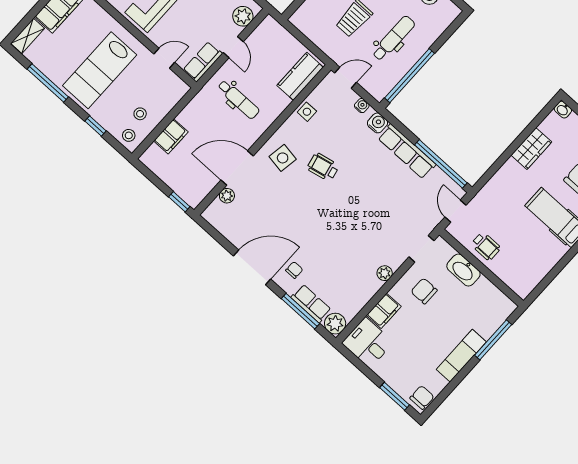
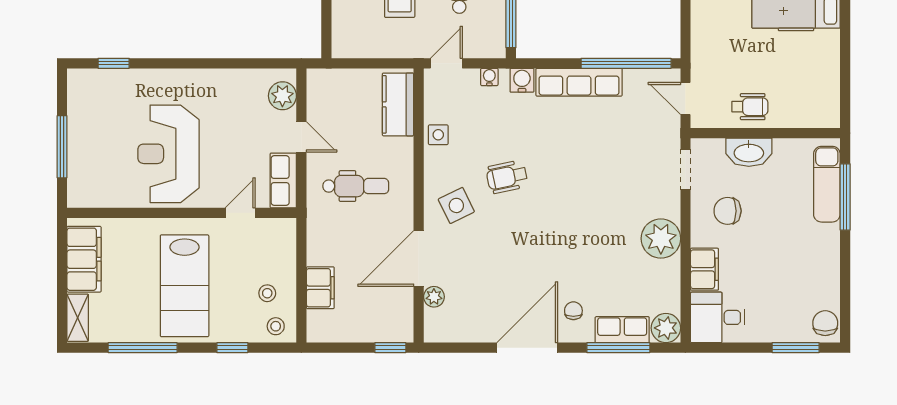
side table: (283, 158) -> (456, 205), turned -35
plant: (385, 273) -> (661, 239), width x1.88, depth x1.88
exam couch: (461, 356) -> (827, 184), moved

